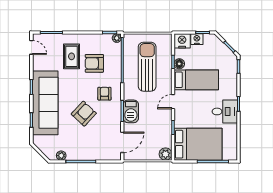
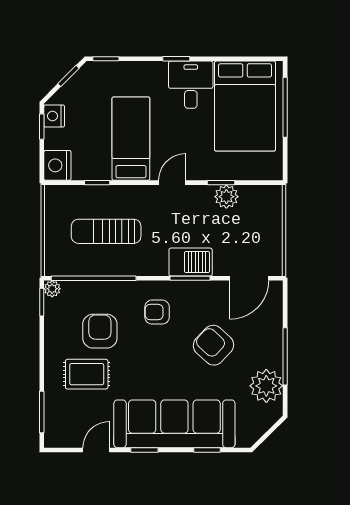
nightstand: (197, 39) -> (54, 116), moved
door: (31, 47) -> (96, 450), moved
armchair: (94, 63) -> (100, 331), turned 180
floor lamp: (179, 64) -> (101, 171), removed
sun lounger: (147, 67) -> (106, 231), width x0.73, depth x0.75
door: (173, 102) -> (172, 183), swing flipped
armchair: (84, 114) -> (213, 345), moved
door: (122, 142) -> (249, 278), swing flipped
bed: (198, 144) -> (245, 106), moved, turned 180
plant: (166, 154) -> (226, 197), moved
plant: (61, 156) -> (266, 386), width x1.88, depth x1.88

